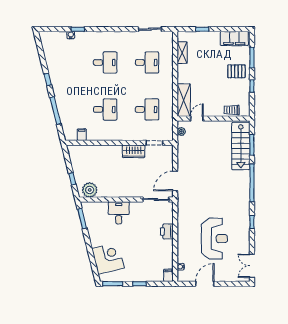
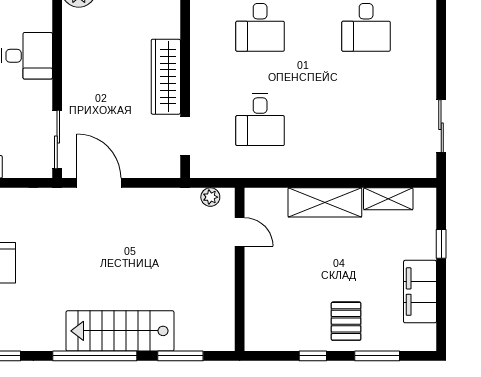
filing cabinet: (234, 38) -> (420, 292), moved
desk: (147, 62) -> (366, 120), removed
shelving: (184, 100) -> (325, 202), moved
trolley: (232, 110) -> (259, 310), removed
stairs: (241, 146) -> (120, 331), moved
wardrobe: (134, 151) -> (166, 77), width x1.50

